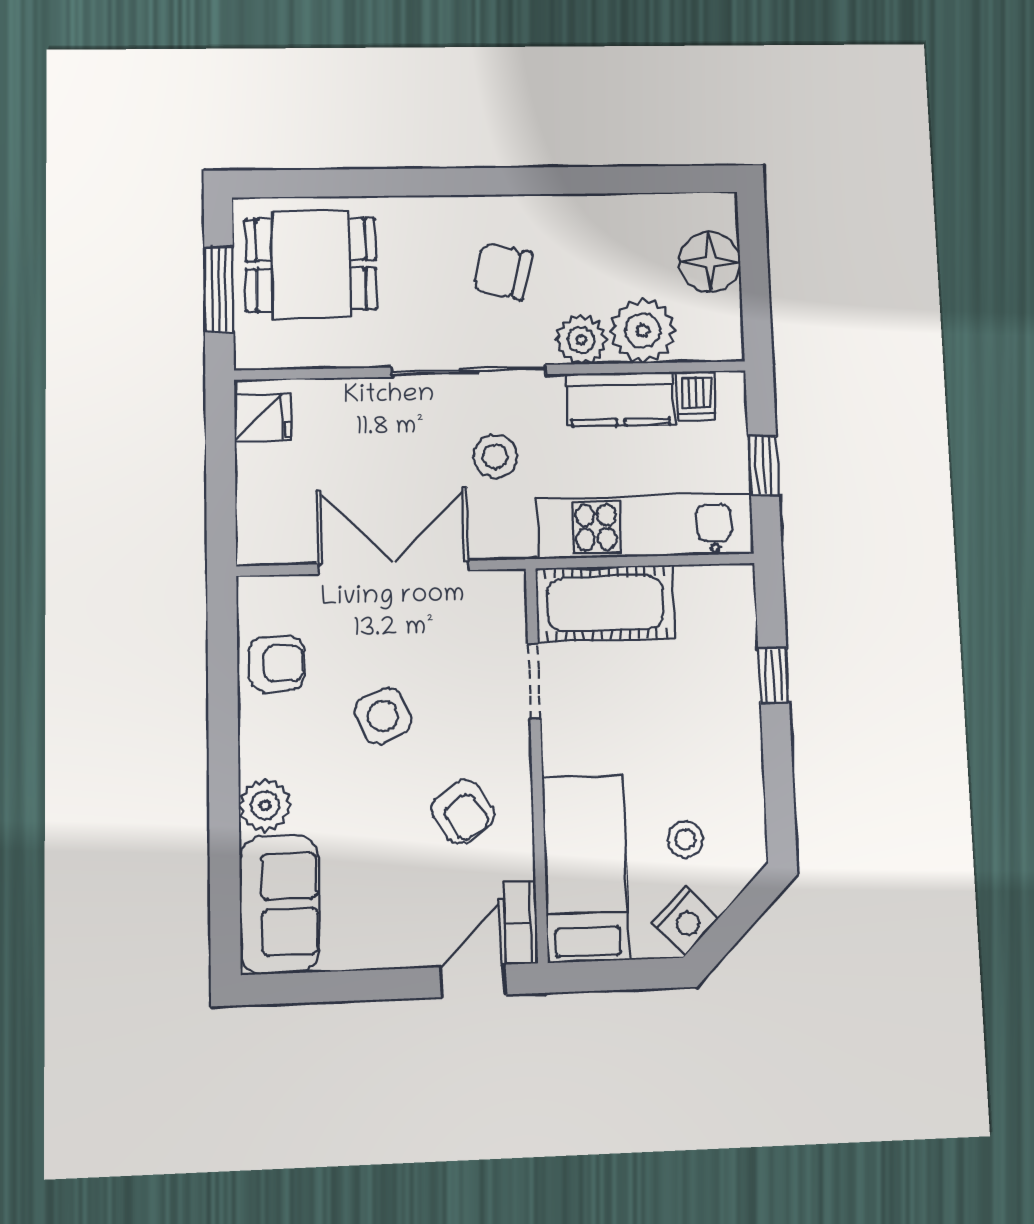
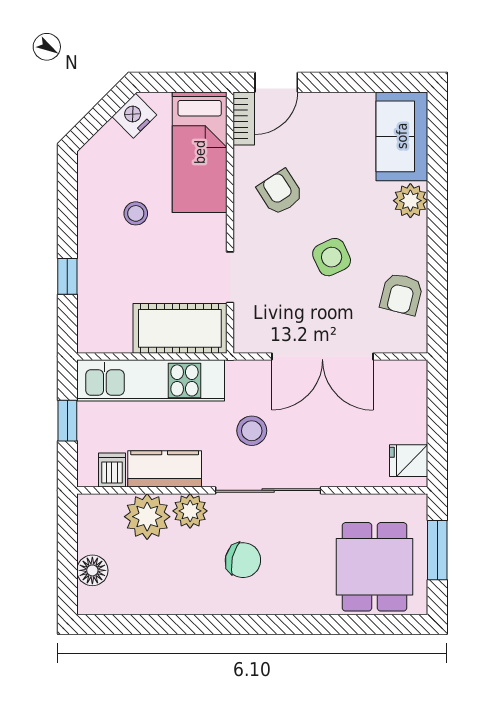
floor lamp: (710, 262) -> (92, 570), width x0.73, depth x0.73
dining table: (311, 264) -> (375, 567), turned 90
armchair: (277, 664) -> (402, 294), turned -76
stool: (685, 839) -> (136, 213), moved

